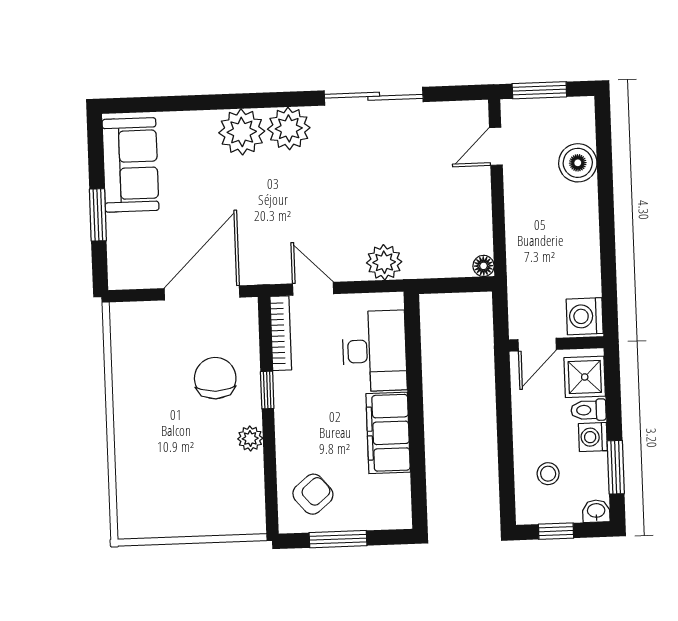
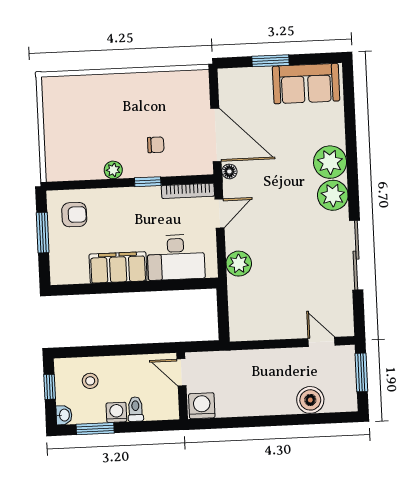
floor lamp: (484, 266) -> (229, 171), moved
shower: (585, 377) -> (159, 406), removed
chair: (215, 378) -> (156, 145), width x0.54, depth x0.54
armchair: (313, 494) -> (74, 215), turned -50

